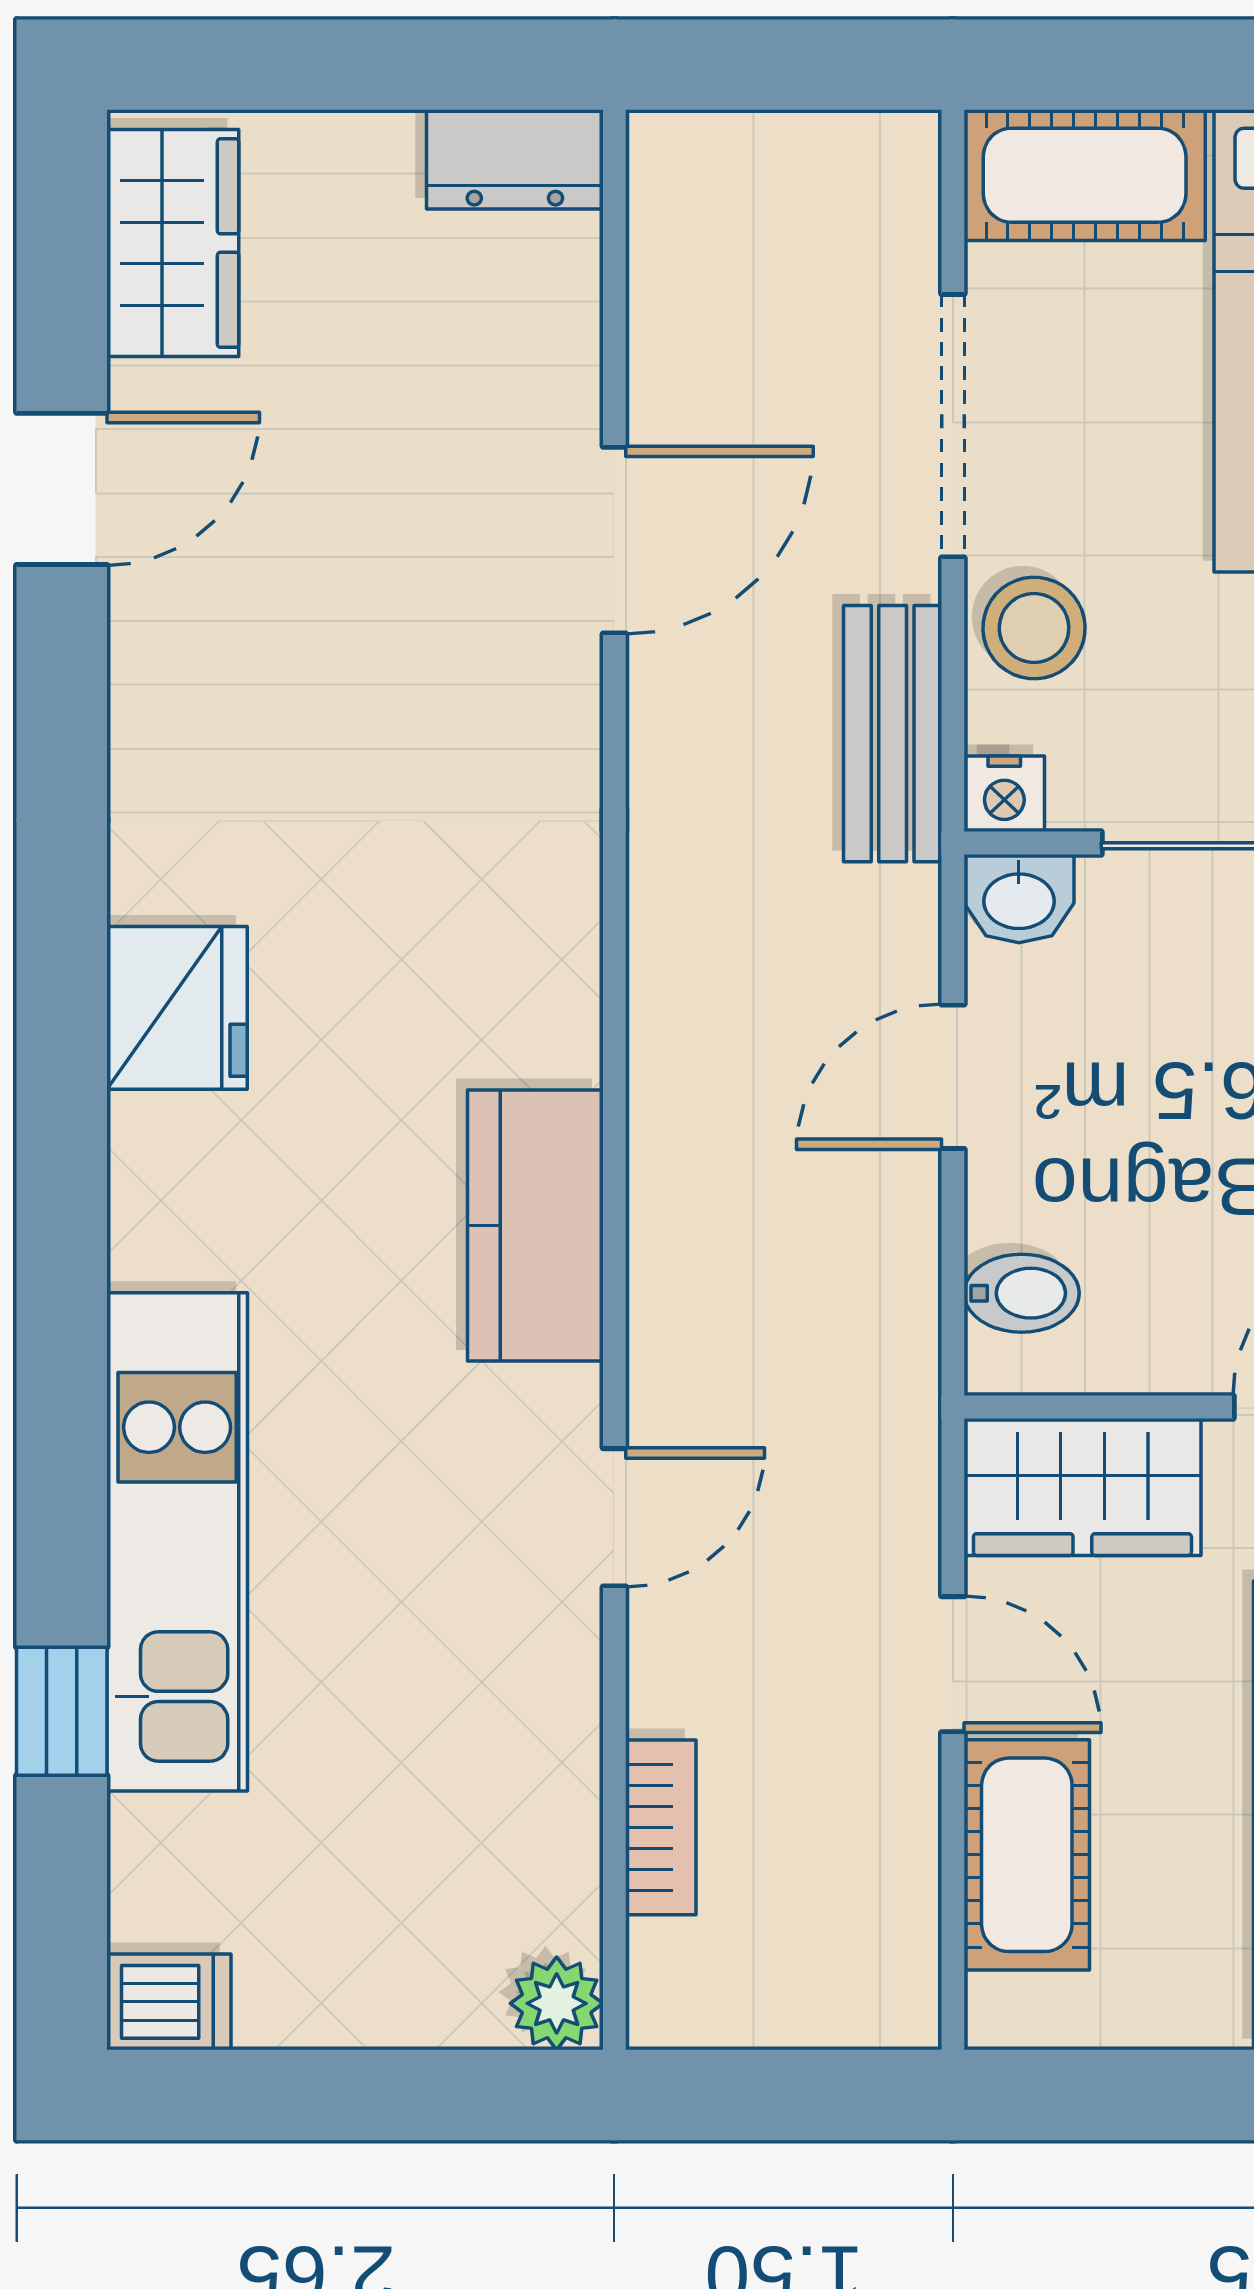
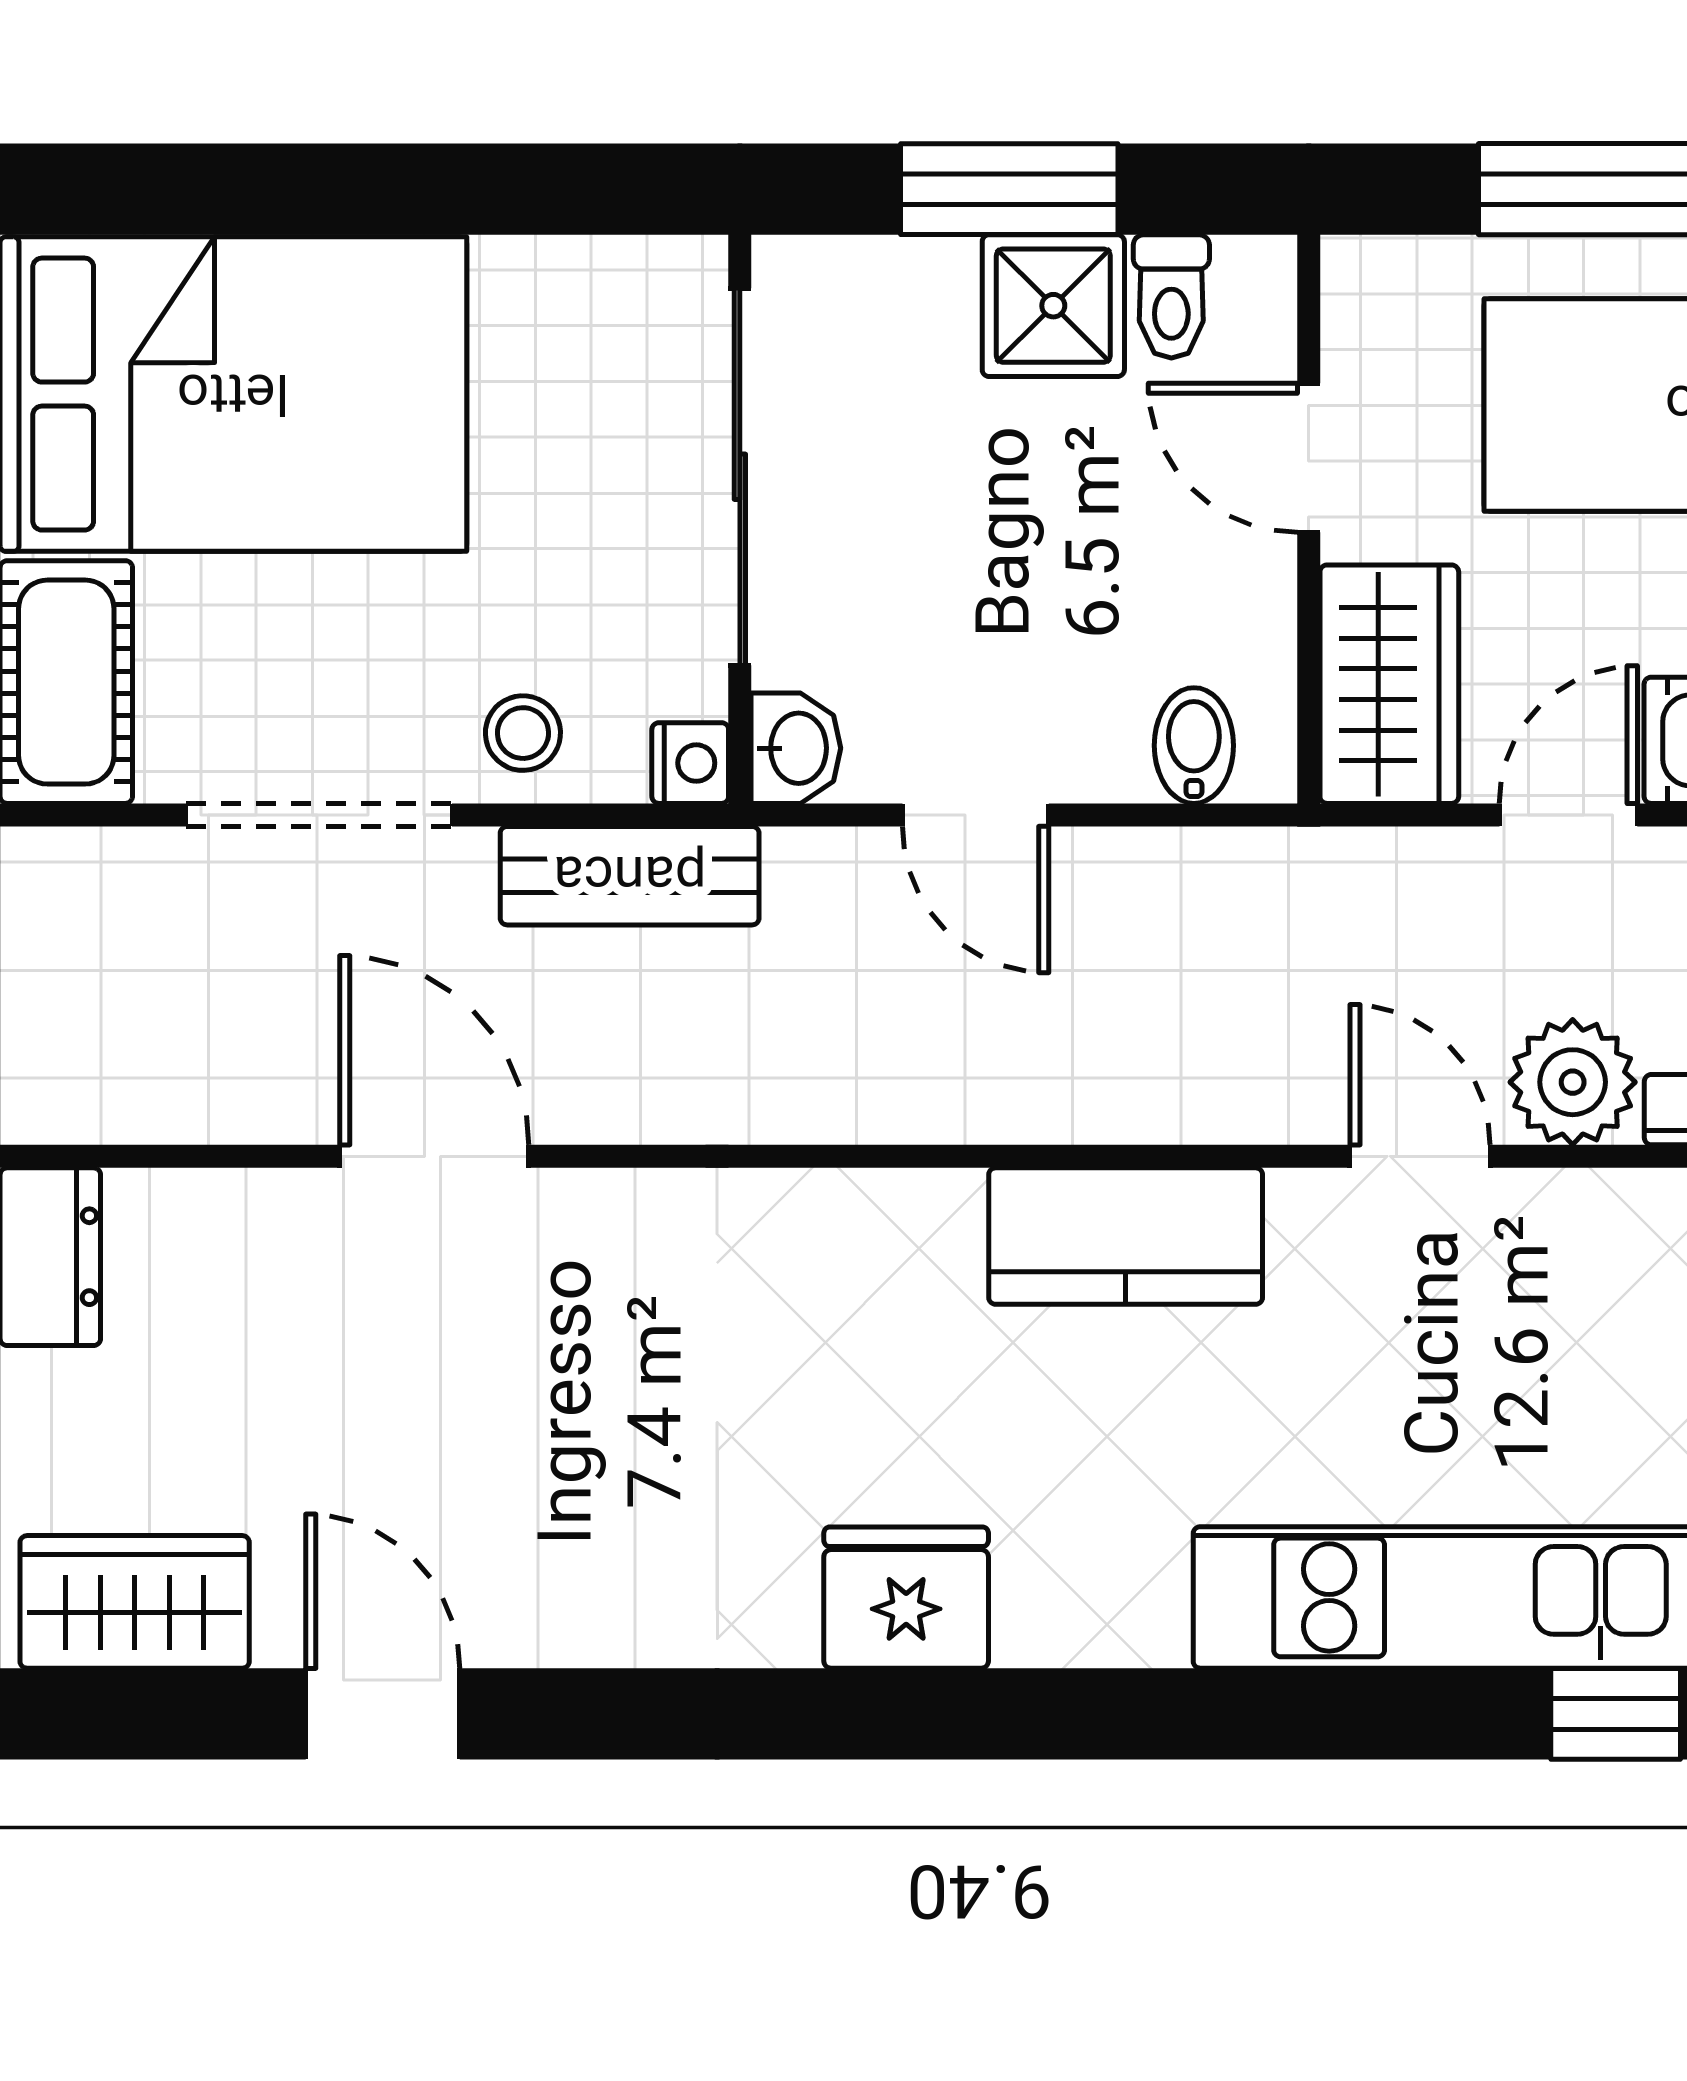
stool: (1034, 628) -> (523, 733), width x0.73, depth x0.73
plant: (688, 1669) -> (1573, 1082), added

